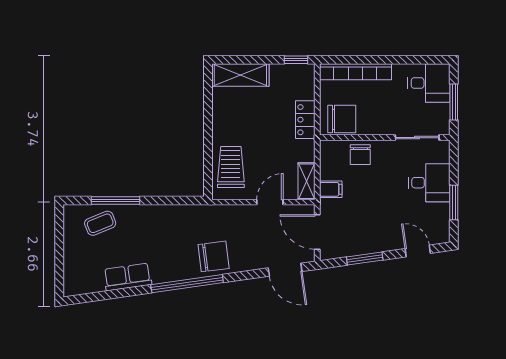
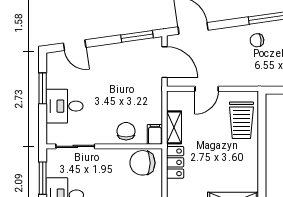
shelving: (306, 181) -> (174, 127), moved
filing cabinet: (331, 189) -> (155, 134), moved, turned 90
chair: (214, 256) -> (257, 40), width x0.54, depth x0.54
window: (365, 258) -> (137, 36), moved

